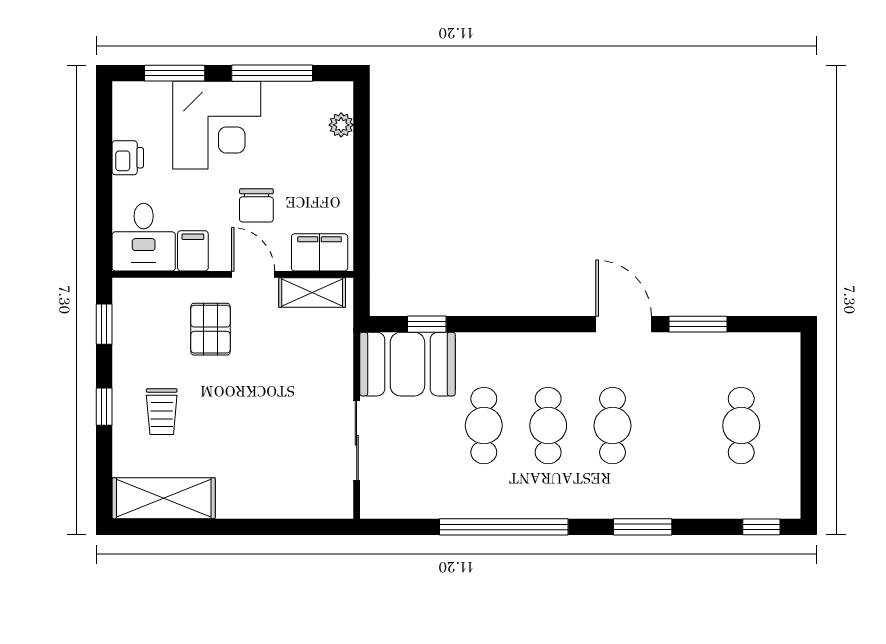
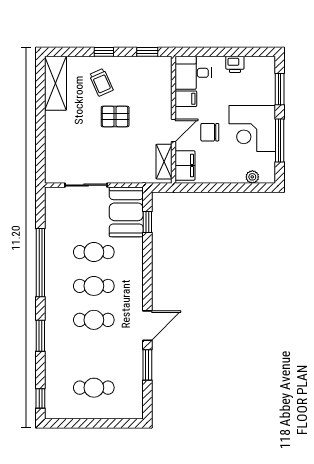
corner desk: (217, 125) -> (252, 129), moved
pallet: (210, 329) -> (115, 116), moved
trolley: (162, 412) -> (101, 82), turned -114

